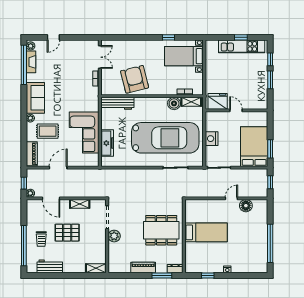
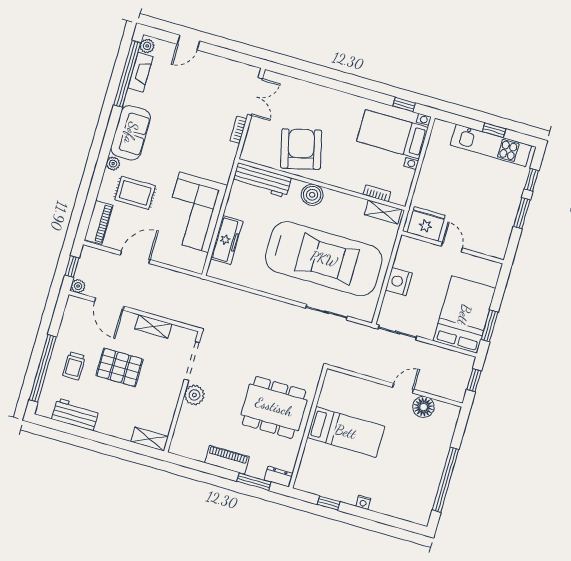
window: (168, 37) -> (404, 104), moved
boiler: (174, 103) -> (312, 195), moved

